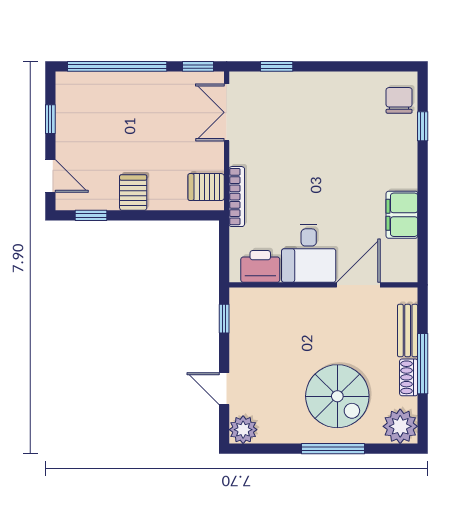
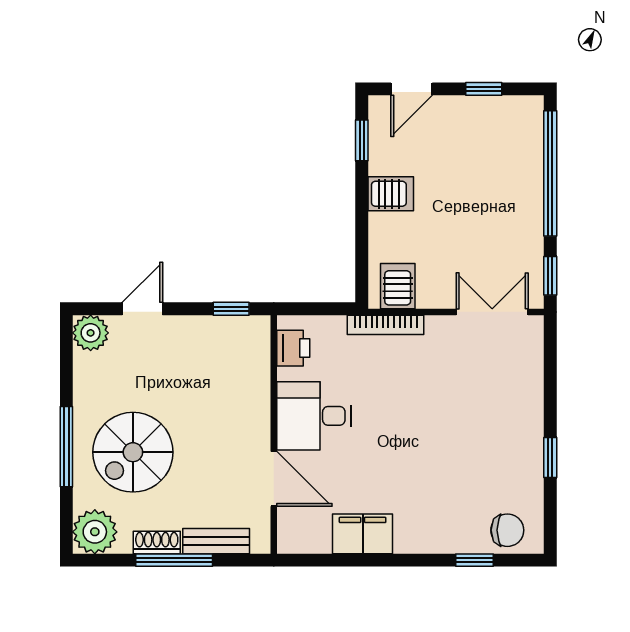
window: (277, 66) -> (550, 457), moved
printer: (260, 266) -> (293, 348), width x0.73, depth x0.81

